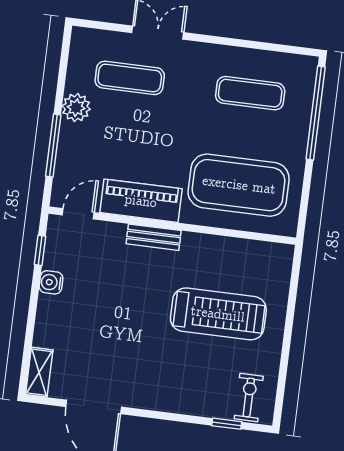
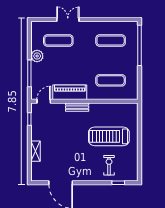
exercise mat: (239, 185) -> (111, 80), width x0.50, depth x0.69
water cooler: (51, 282) -> (36, 132), removed
treadmill: (218, 314) -> (109, 136), turned 180
shelving: (39, 372) -> (36, 151), moved
exercise bike: (249, 397) -> (109, 165), moved

